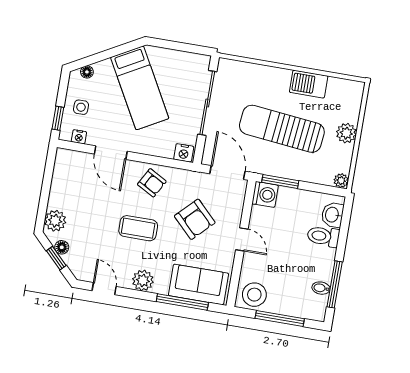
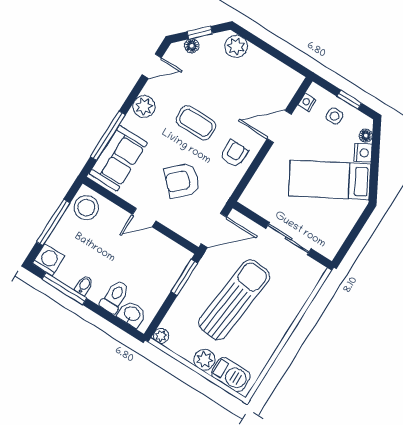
barbecue: (309, 84) -> (231, 375), moved, turned 90
sliding door: (207, 103) -> (288, 239), width x0.73
window: (58, 118) -> (349, 100), moved
nightstand: (184, 153) -> (363, 153), moved, turned 151
armchair: (152, 183) -> (234, 154), turned 151
washing machine: (265, 194) -> (49, 260), moved, turned 180
coffee table: (138, 228) -> (196, 123), turned 90
floor lamp: (62, 247) -> (192, 46), moved
bidet: (321, 288) -> (84, 285), moved

